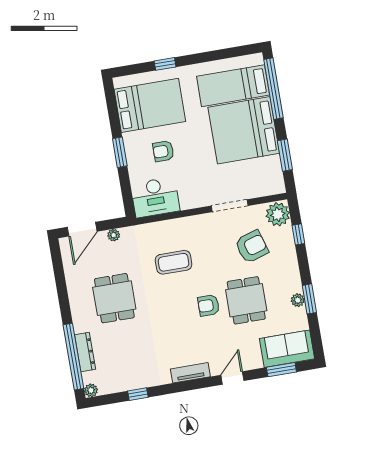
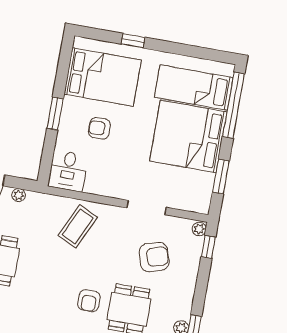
desk: (155, 197) -> (68, 171), width x0.73
plant: (278, 214) -> (199, 229), width x0.53, depth x0.53
window: (298, 234) -> (208, 247), moved
coffee table: (174, 262) -> (78, 226), moved, turned -65
armchair: (208, 305) -> (89, 301), turned -90

